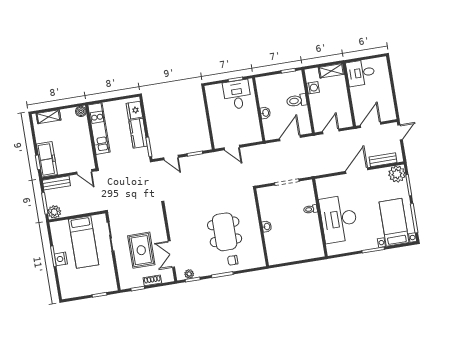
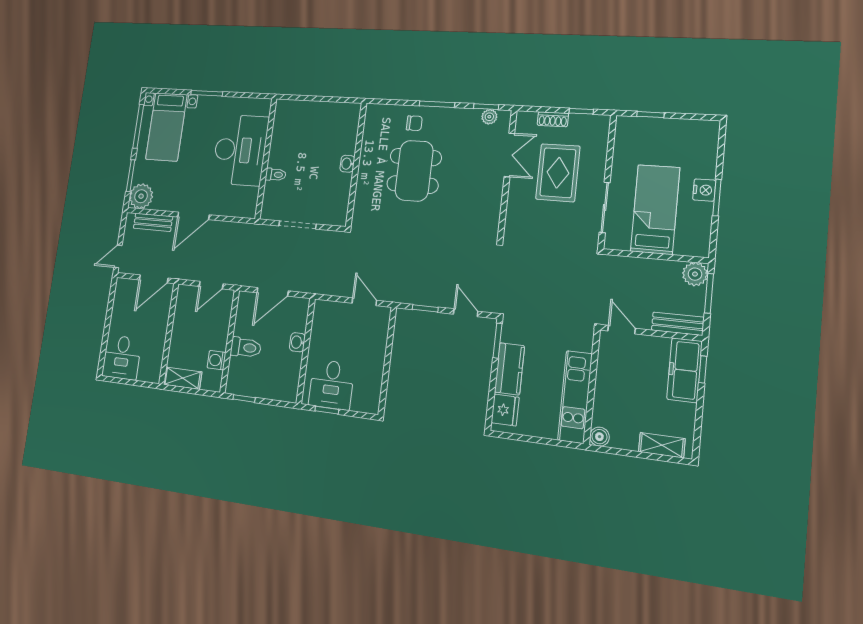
desk: (361, 73) -> (122, 357), moved, turned 90

